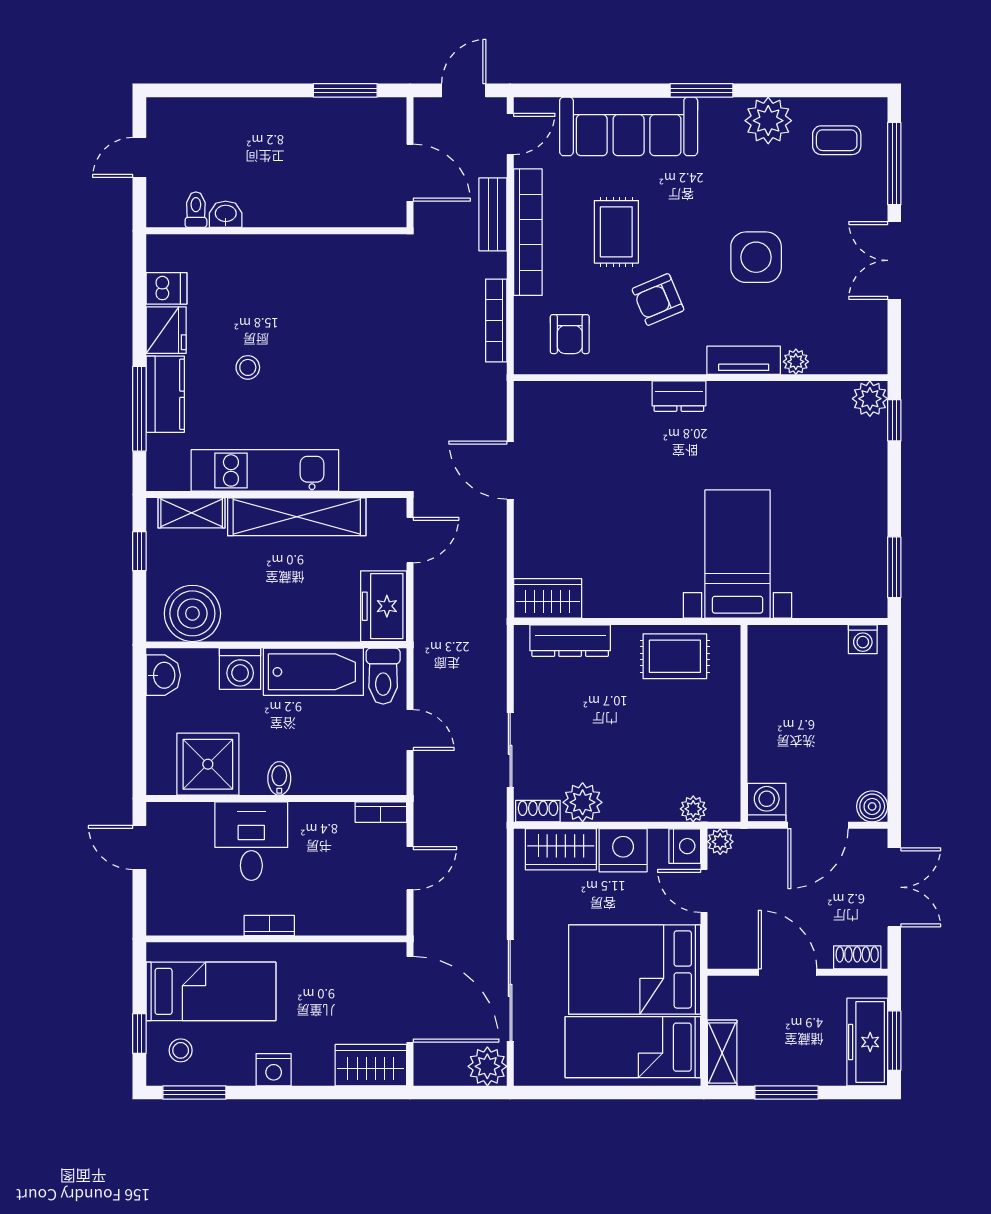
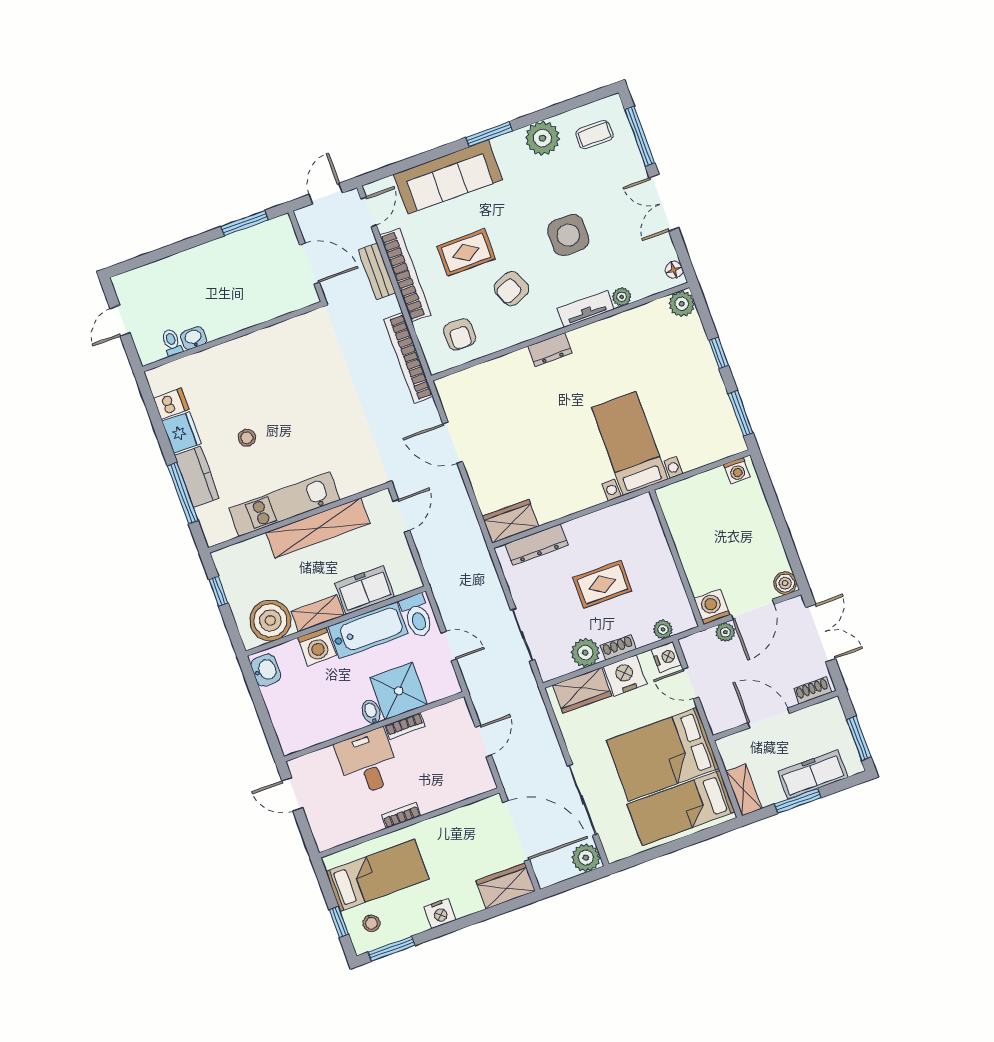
rug: (616, 232) -> (466, 253), turned 90
bookcase: (496, 321) -> (408, 358), width x1.48, depth x1.31
floor lamp: (876, 351) -> (674, 270), added
window: (894, 420) -> (719, 353), moved
shelving: (192, 513) -> (318, 613), moved
freezer: (384, 606) -> (365, 590), moved, turned 90
rug: (675, 656) -> (602, 584), moved
shower: (208, 764) -> (399, 691), moved
shoe rack: (538, 811) -> (618, 648), moved
bookcase: (381, 812) -> (405, 726), moved
plant: (720, 842) -> (725, 632), moved
freezer: (867, 1042) -> (813, 774), moved, turned 90

